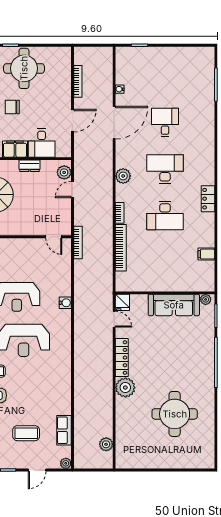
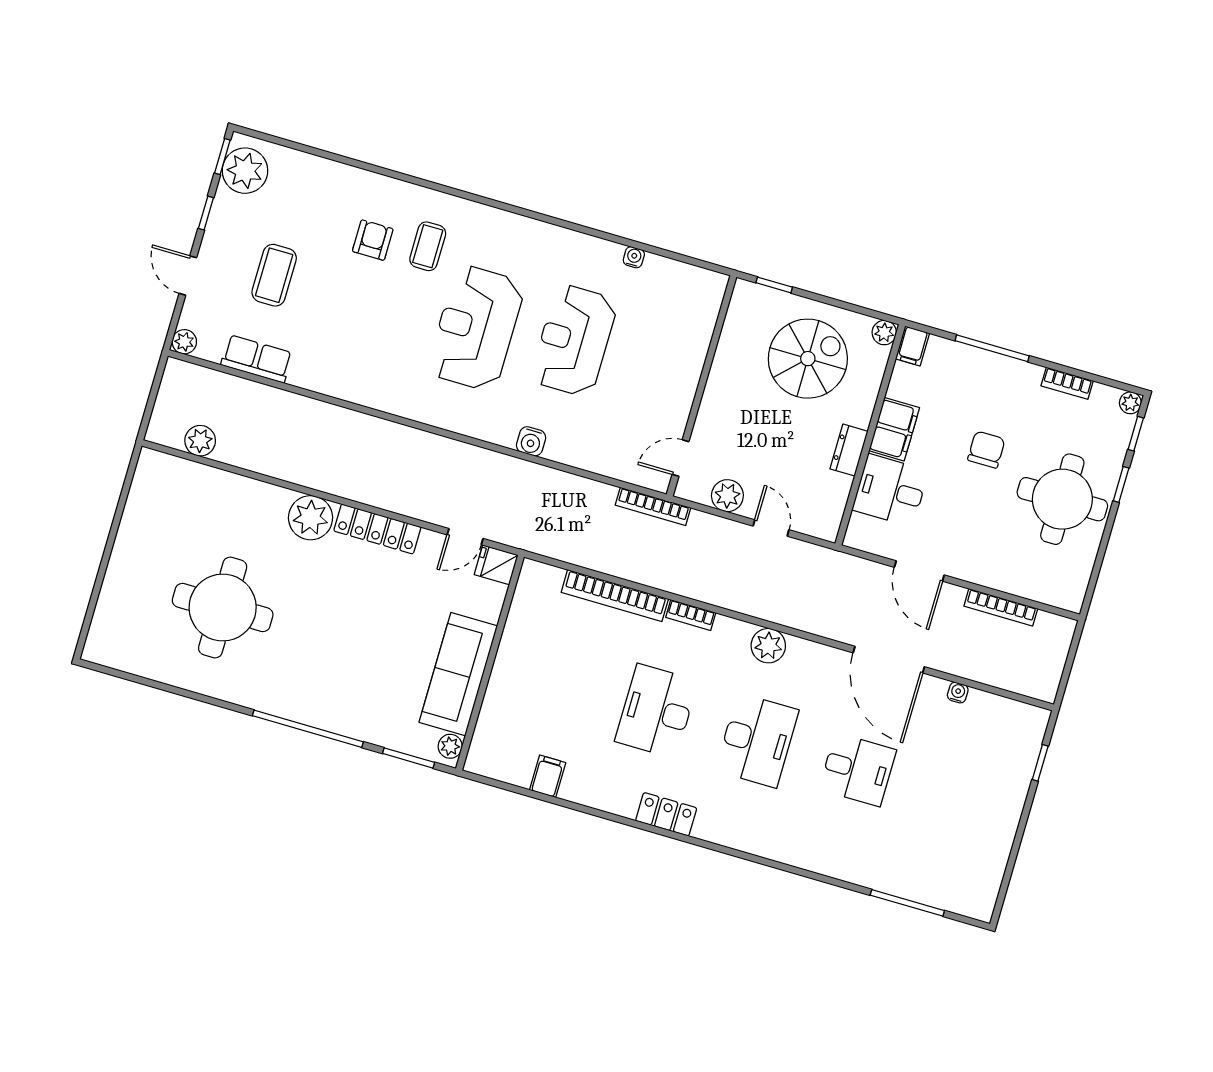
plant: (64, 172) -> (727, 496), moved

